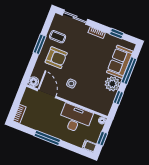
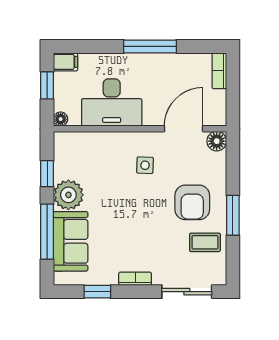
armchair: (56, 58) -> (192, 202), turned -90
door: (47, 93) -> (184, 129), swing flipped

